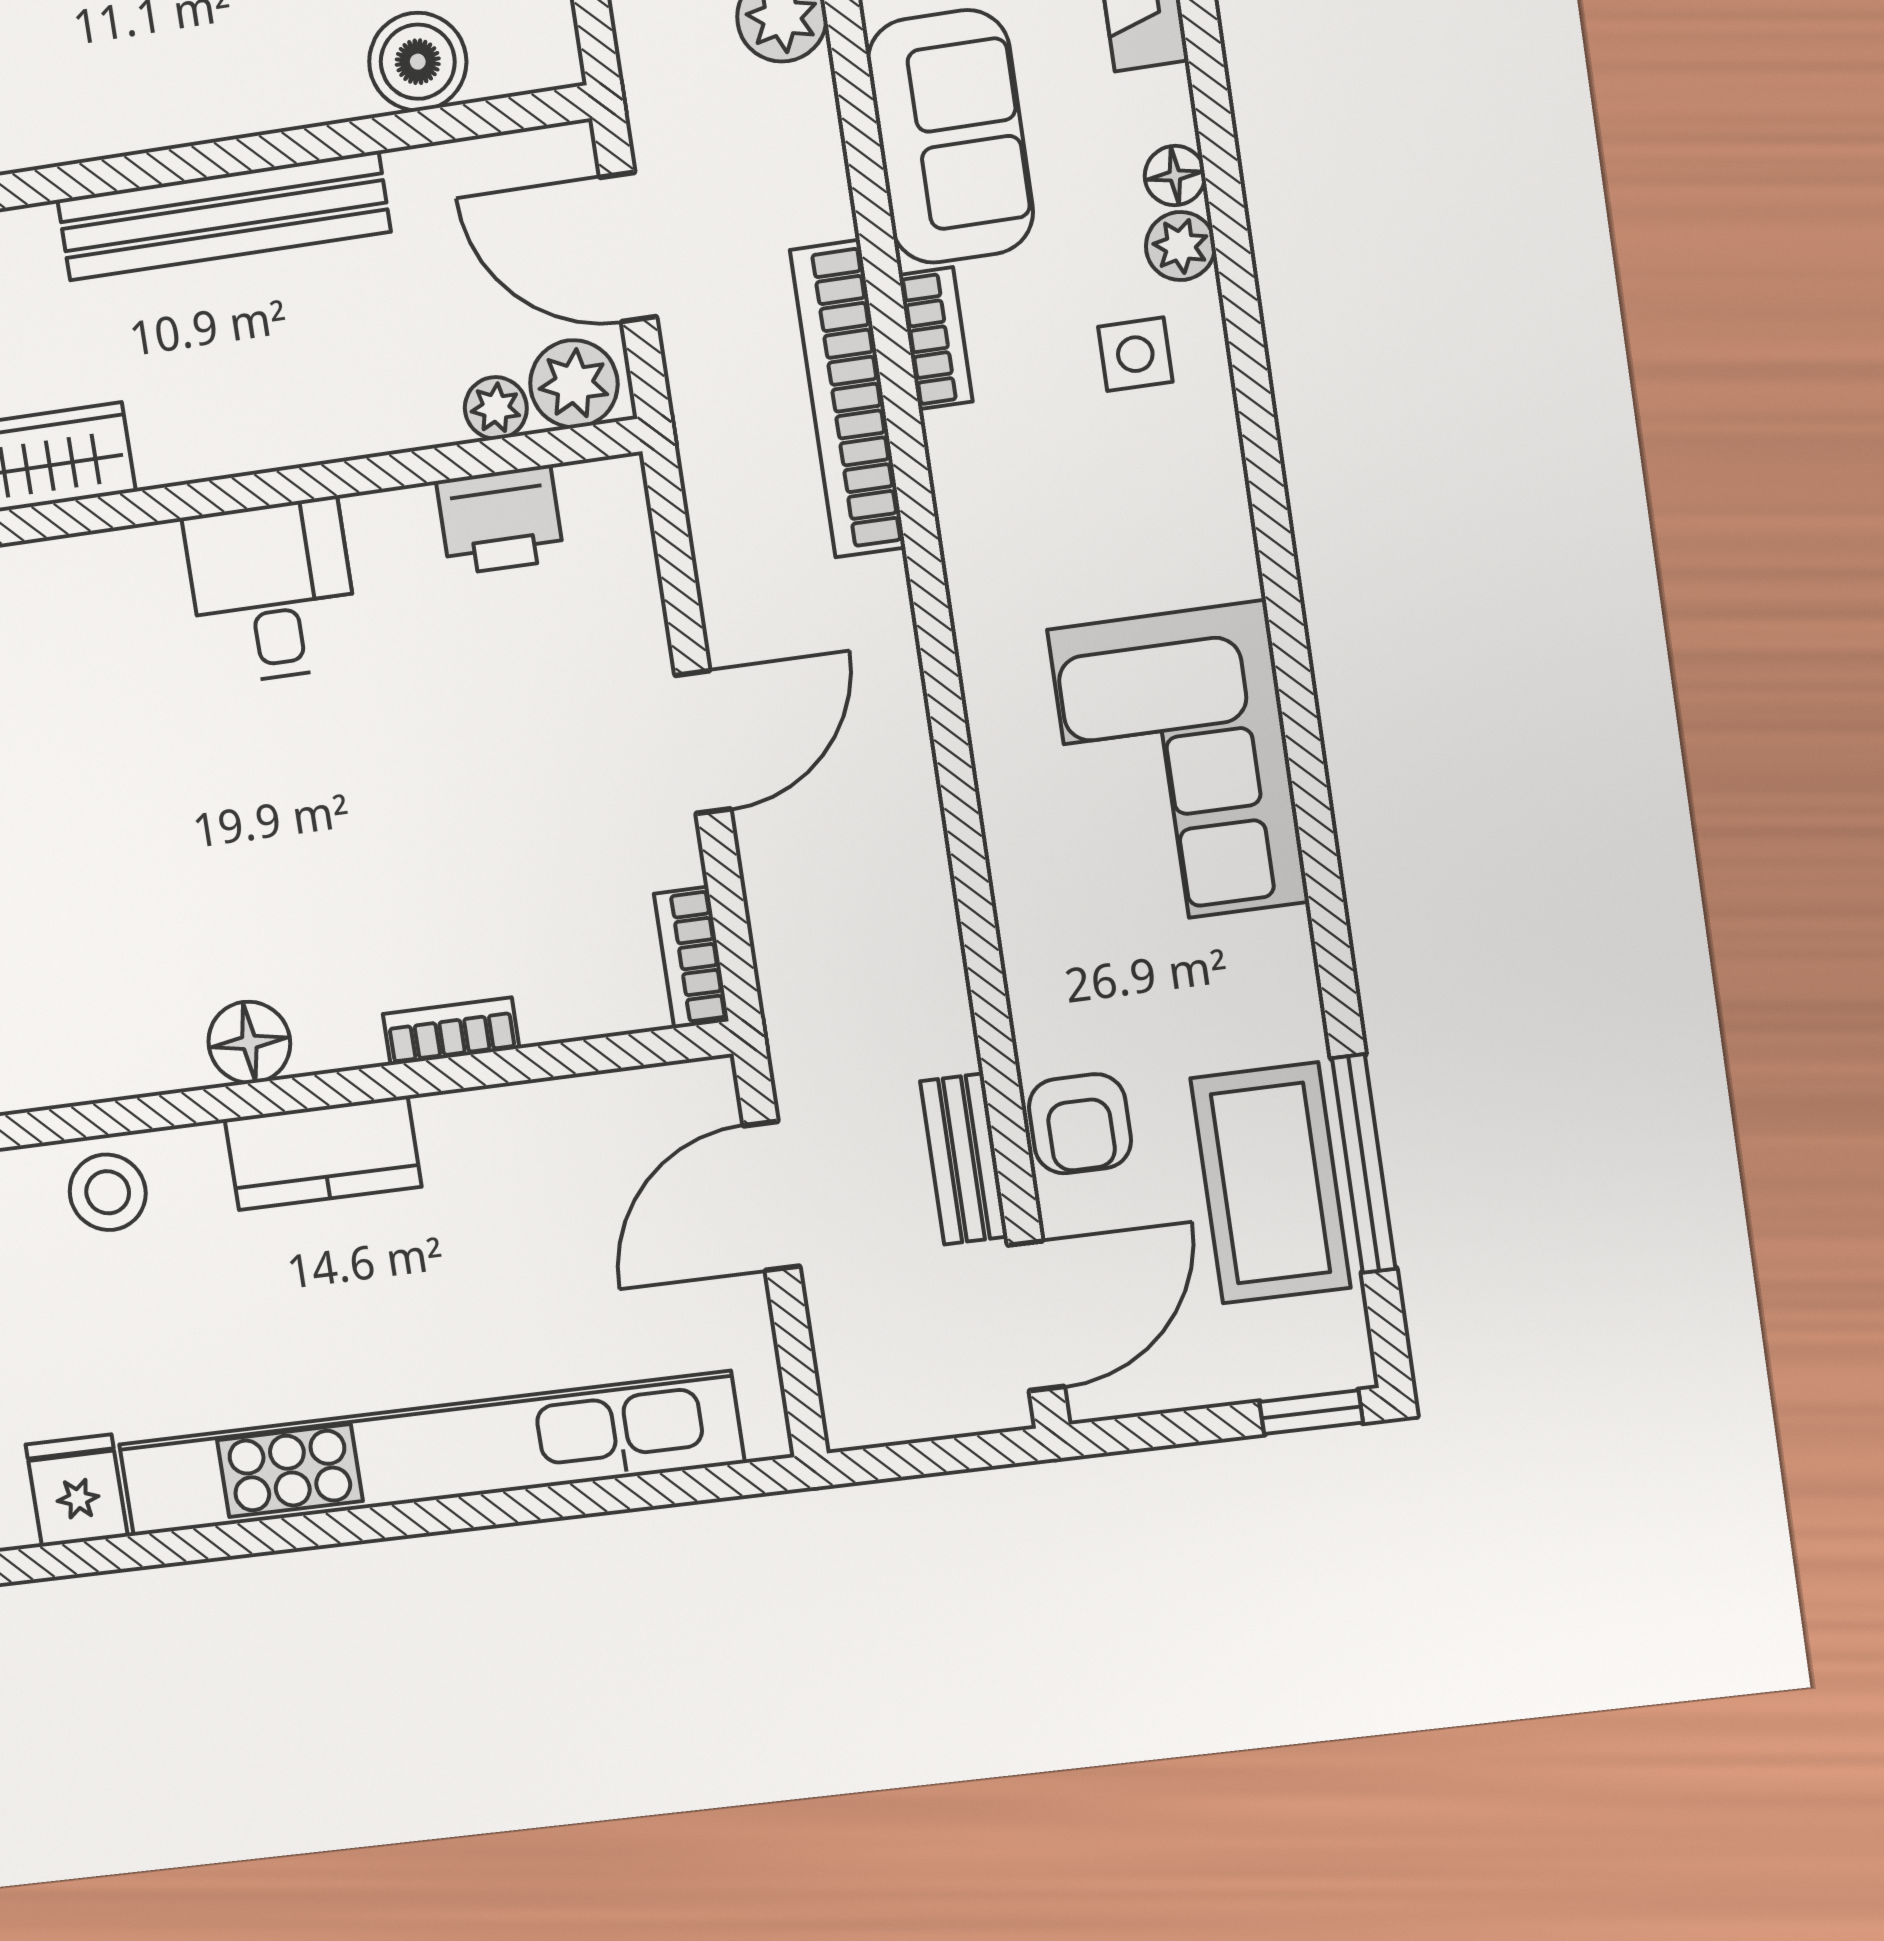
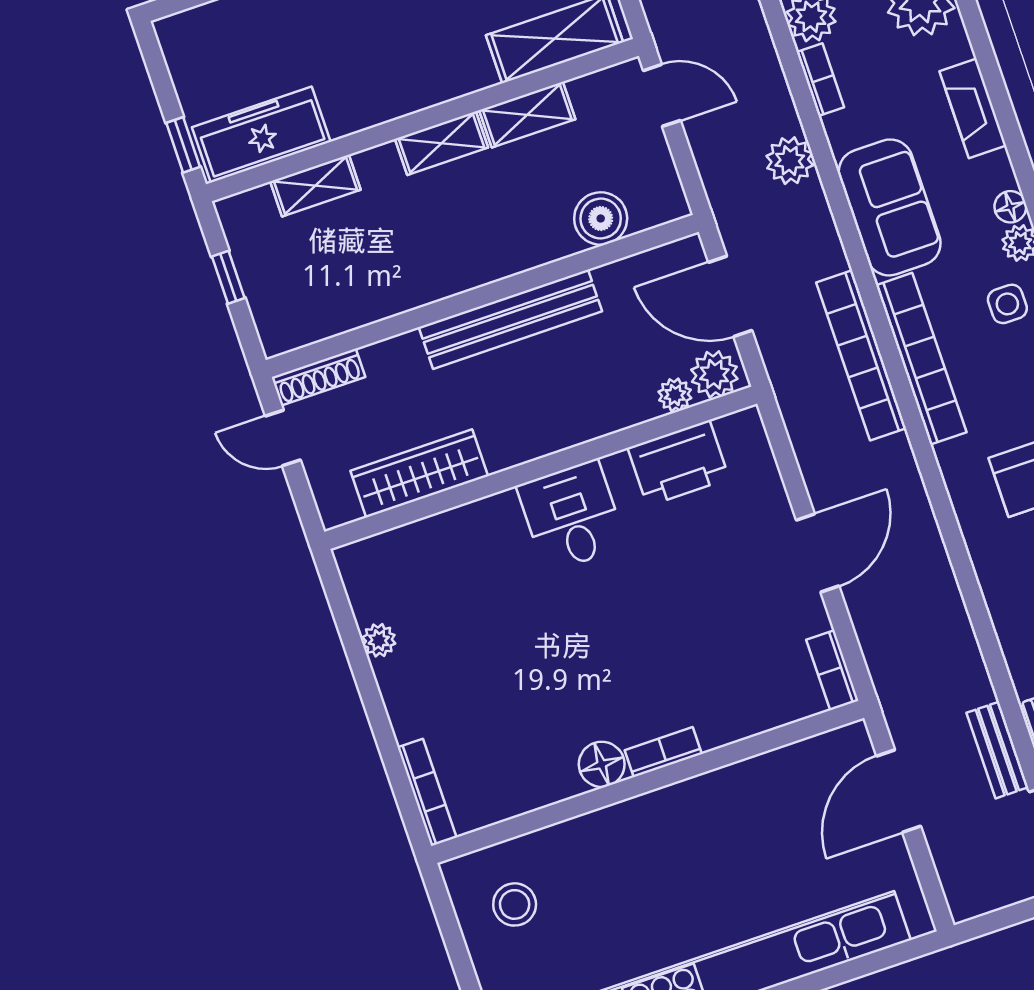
bookcase: (936, 338) -> (921, 359), width x2.31, depth x1.31
printer: (500, 520) -> (678, 463), width x1.37, depth x1.19
bookcase: (451, 1031) -> (663, 752), moved
kitchen counter: (323, 1153) -> (652, 817), removed
stool: (108, 1192) -> (515, 904), moved

